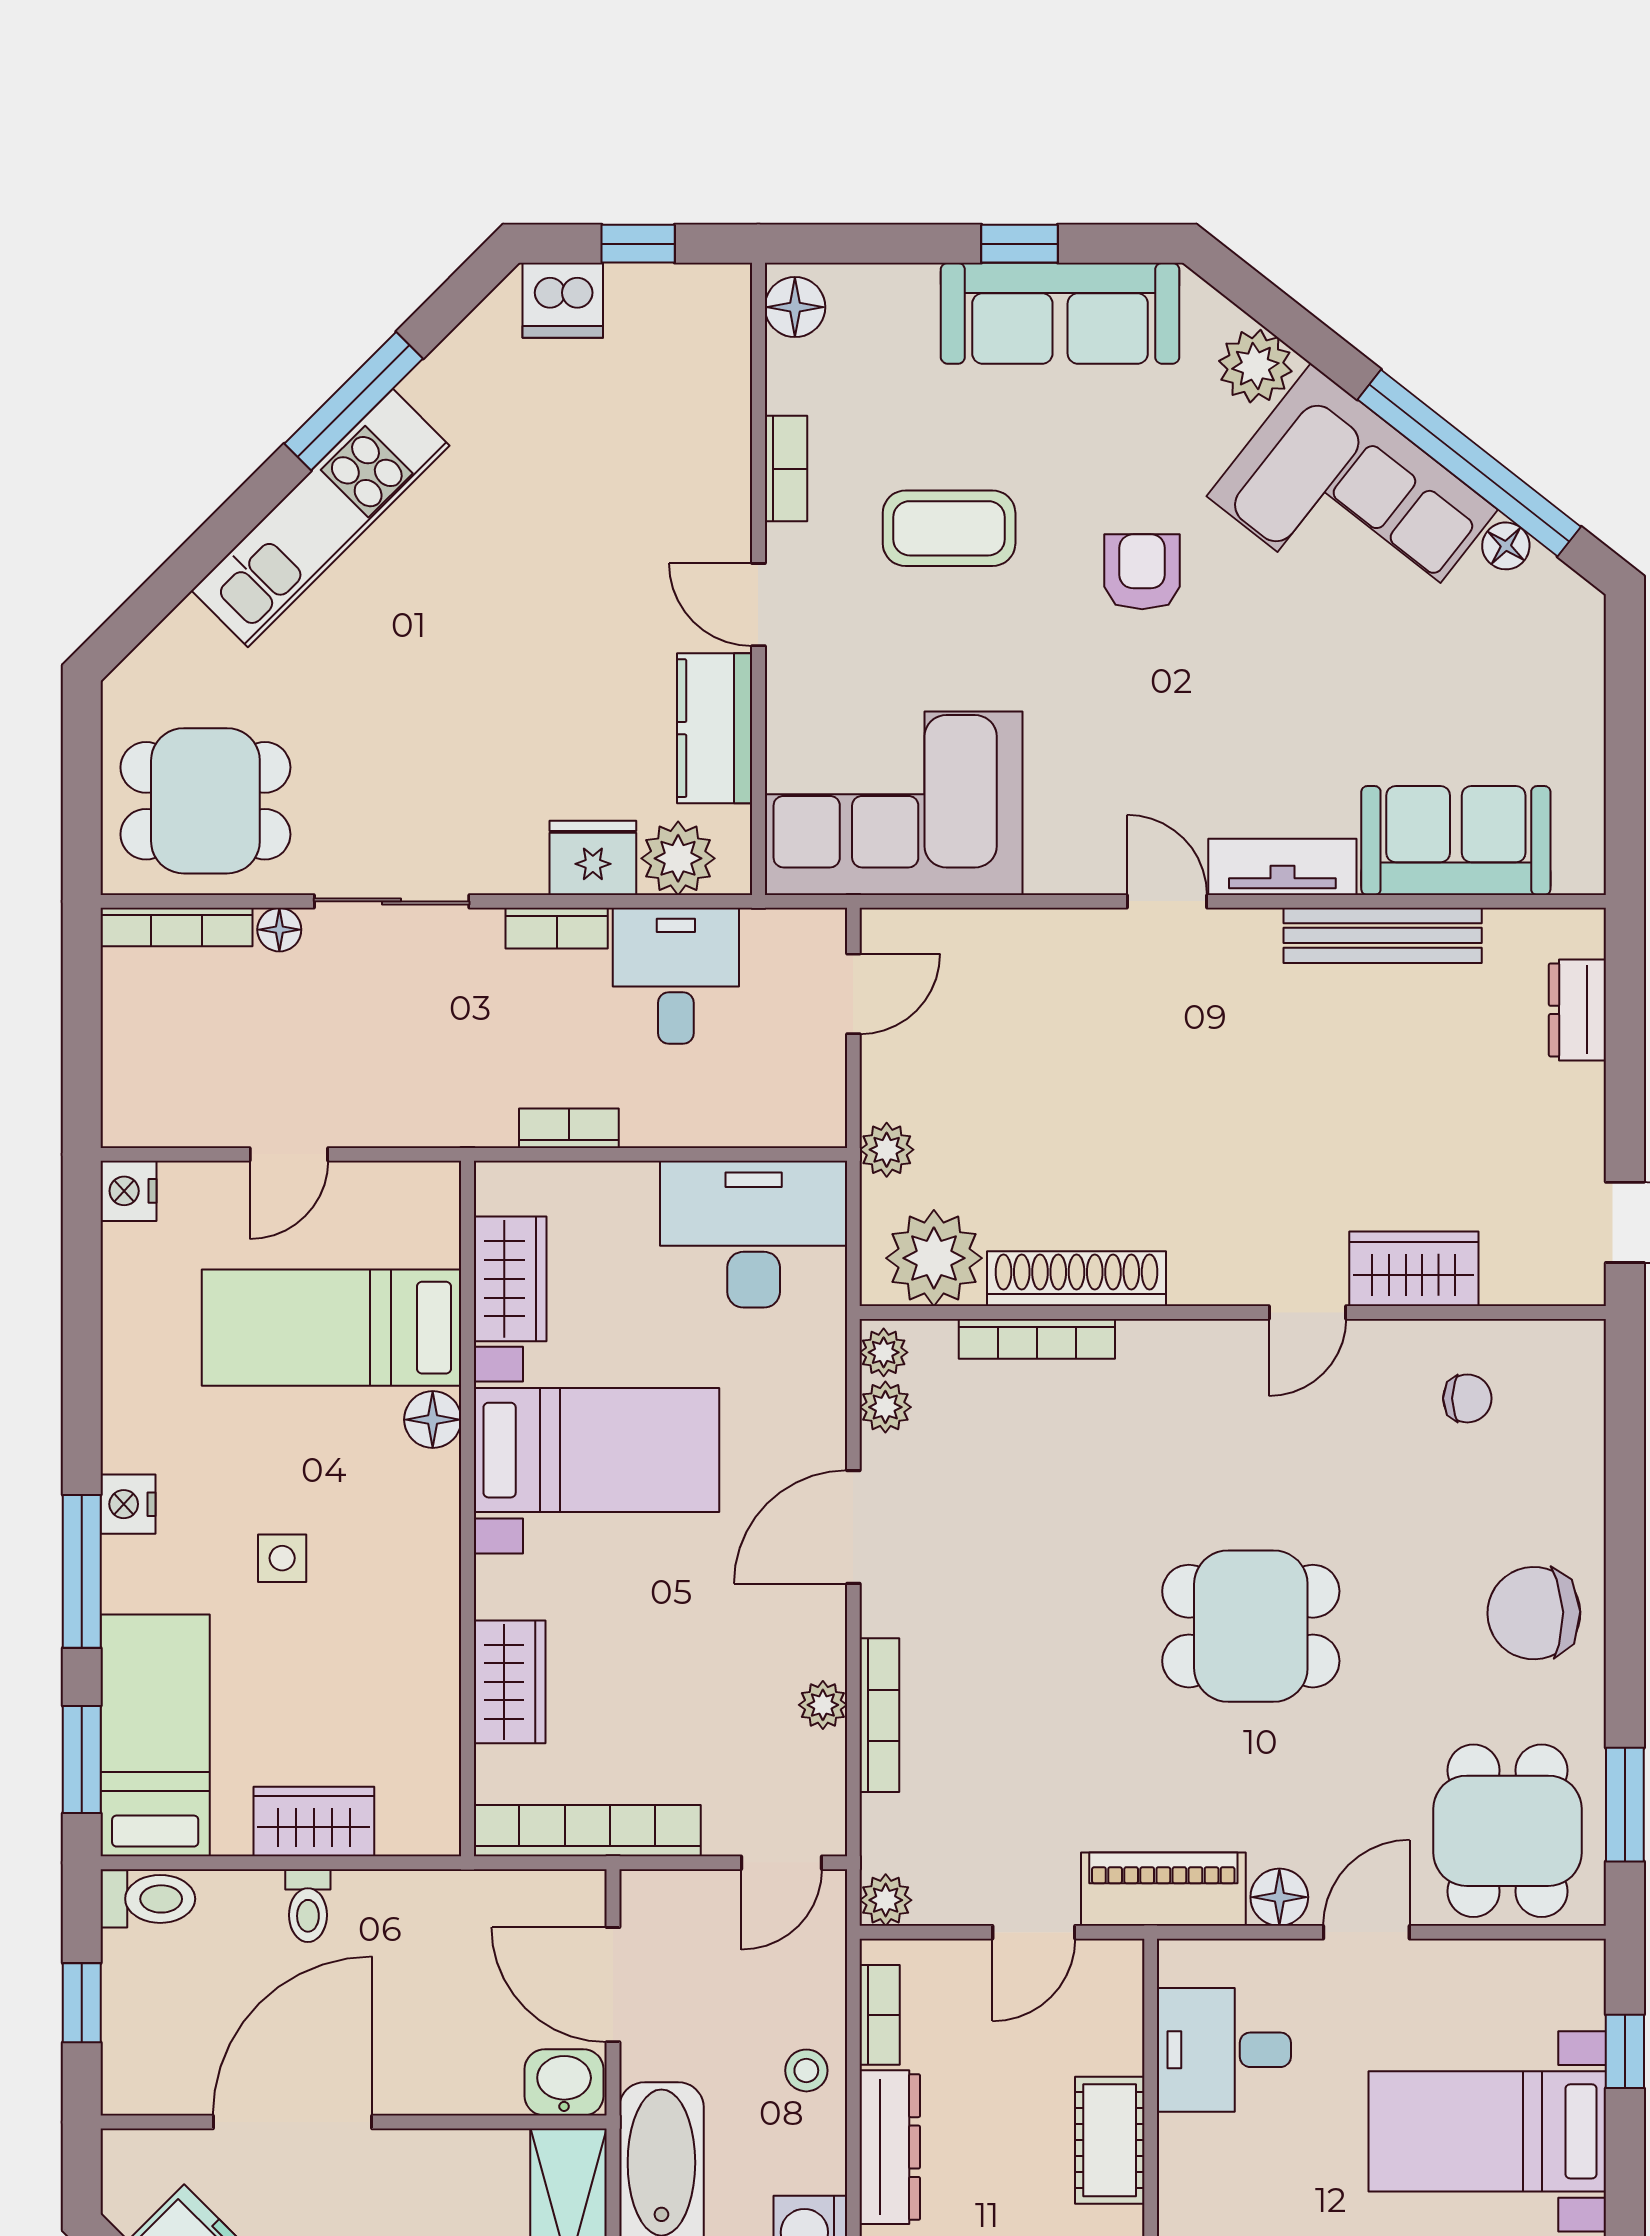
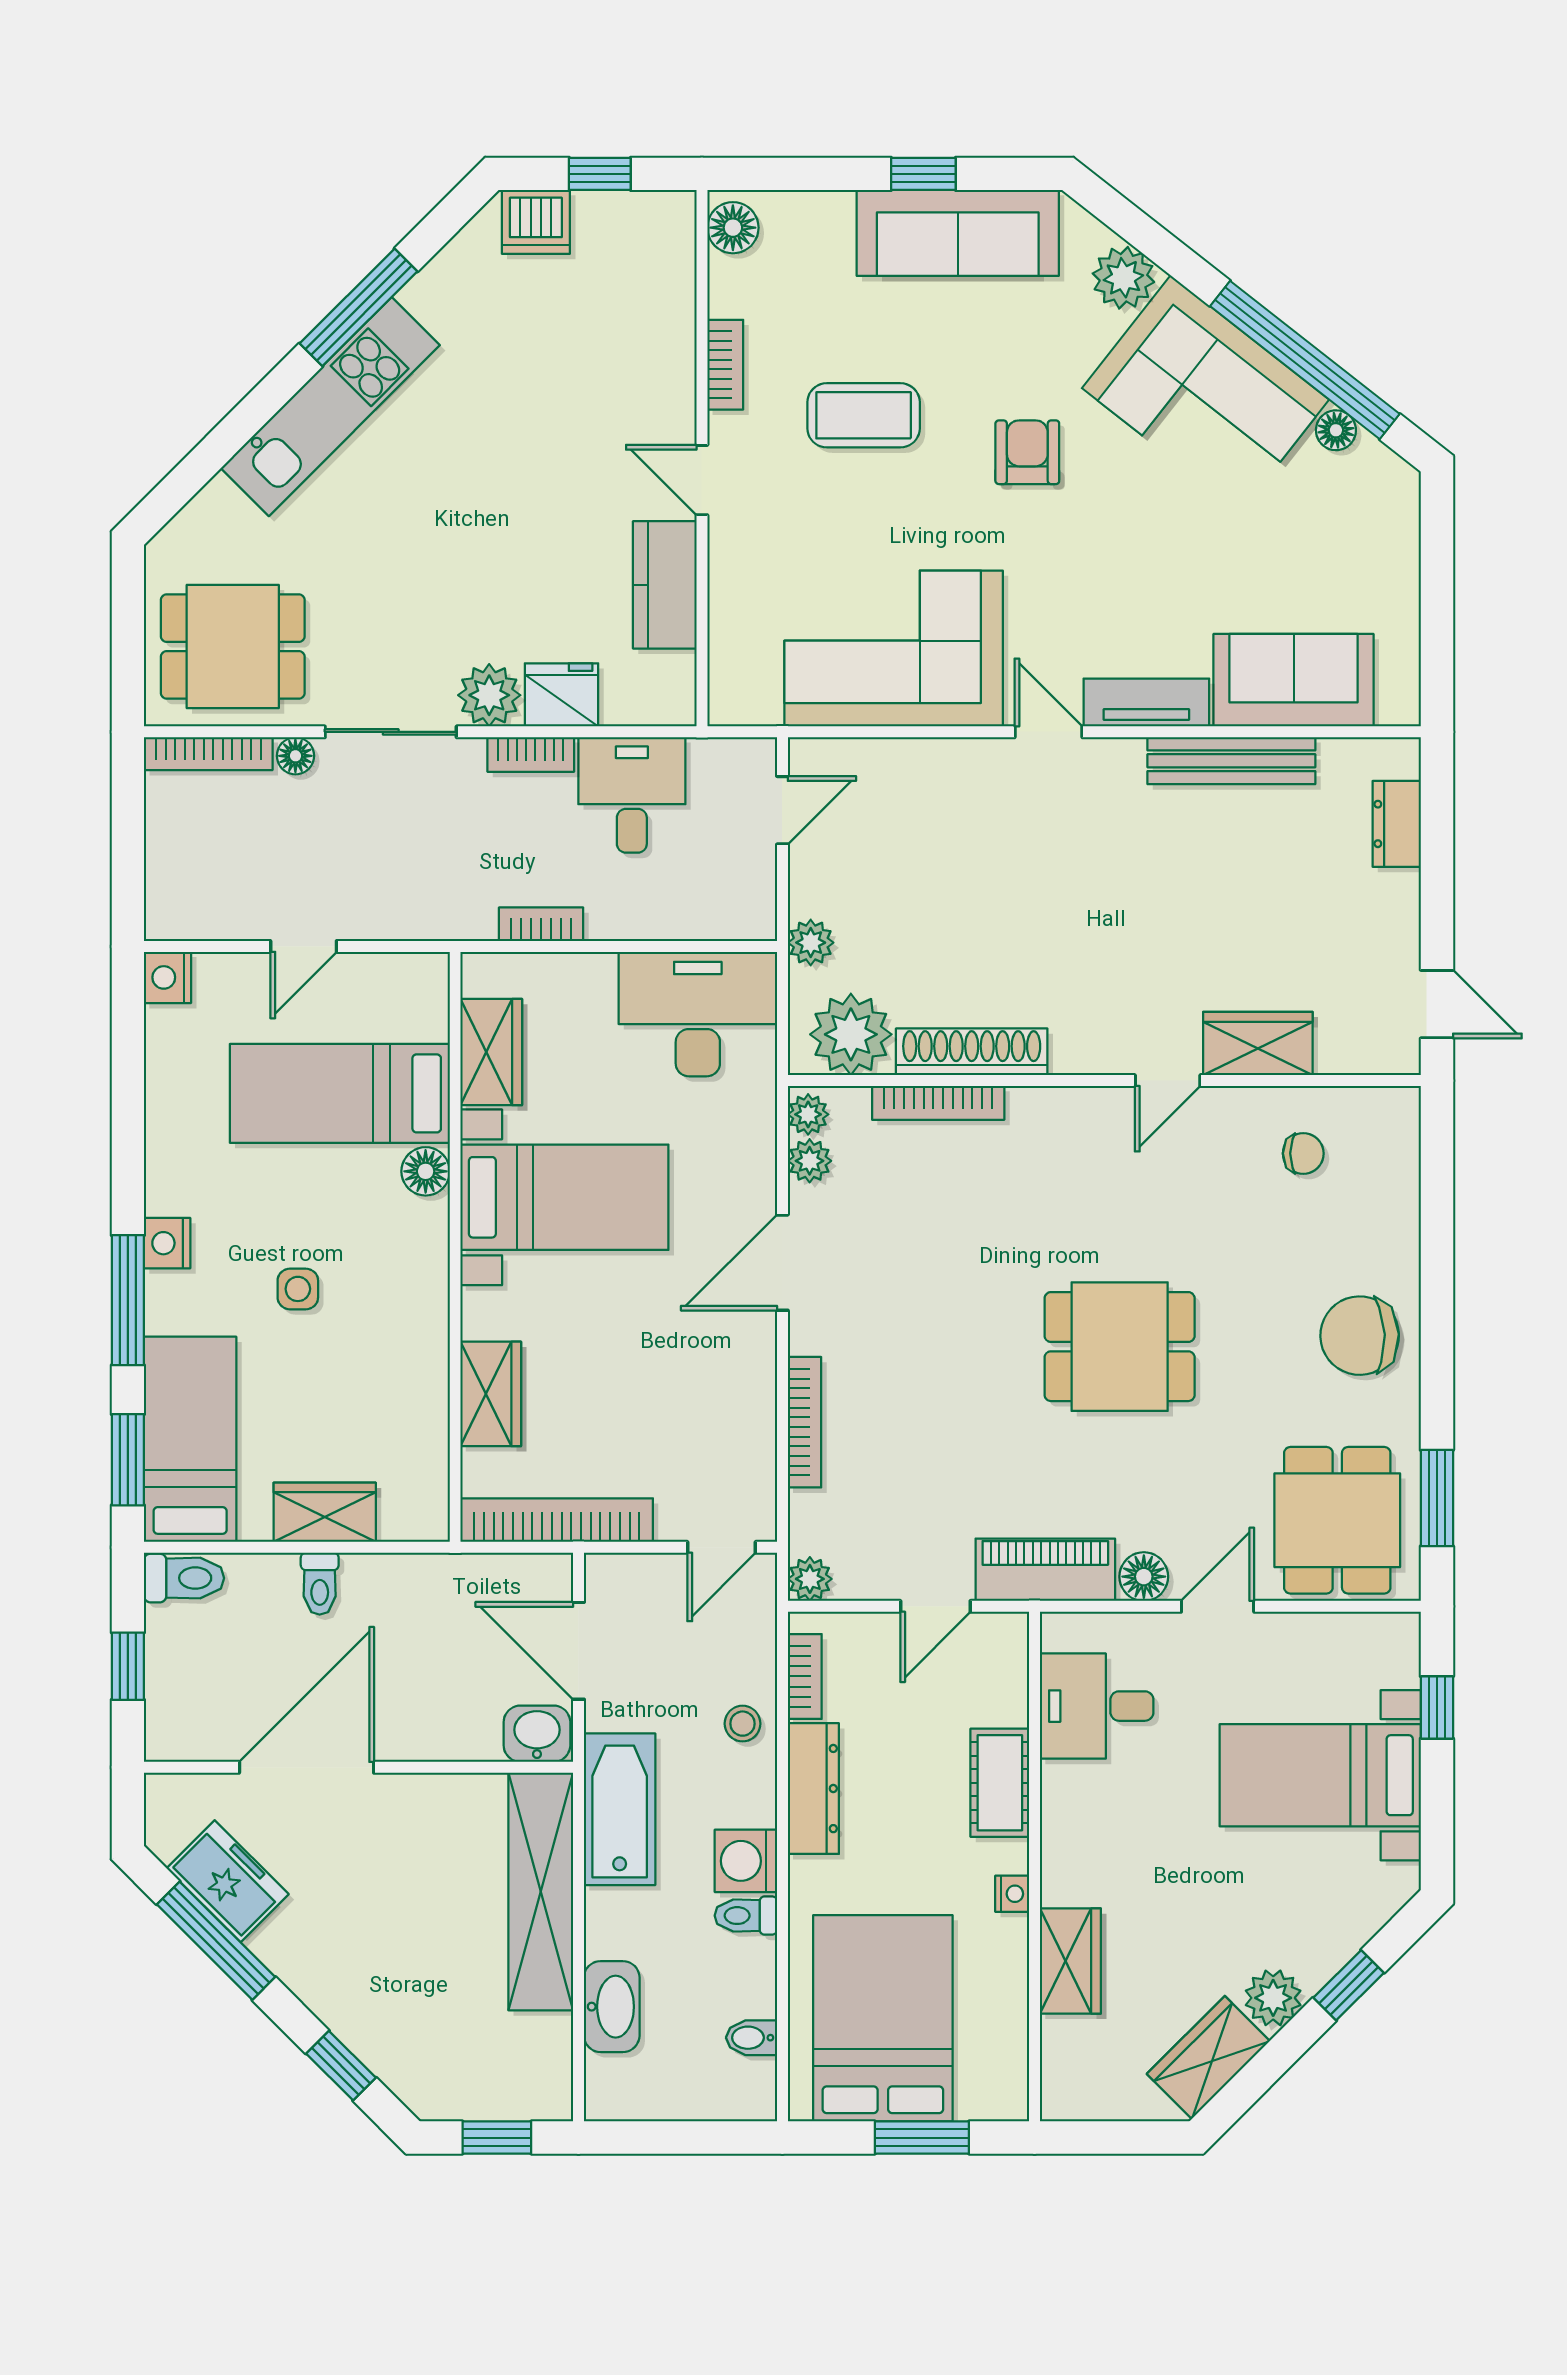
corner sofa: (894, 803) -> (894, 649), moved
plant: (678, 858) -> (489, 695), moved
plant: (823, 1705) -> (757, 1414), removed

